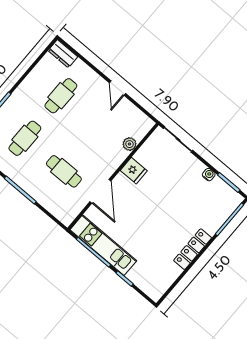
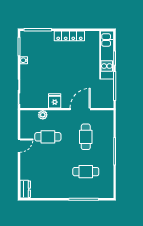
cafe table: (61, 96) -> (48, 137), moved
kitchen unit: (103, 245) -> (107, 55), moved

